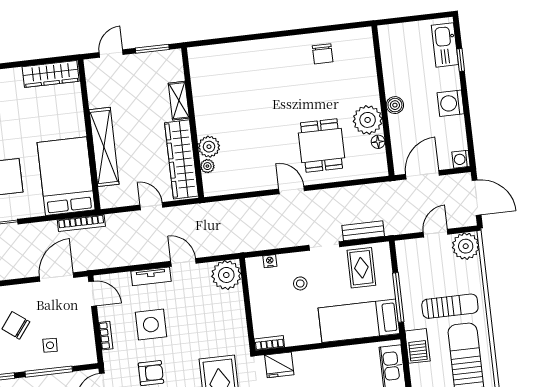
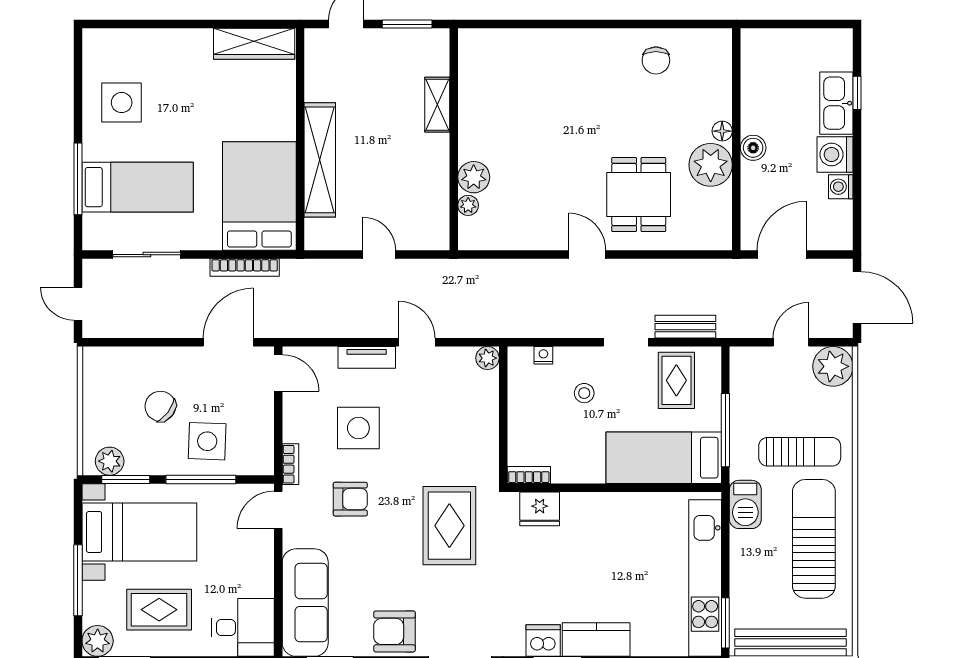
kitchen sink: (445, 45) -> (836, 103), moved
floor lamp: (378, 142) -> (722, 131), moved
wardrobe: (182, 159) -> (431, 191), removed
washing machine: (461, 159) -> (841, 187), moved
bookcase: (81, 223) -> (245, 267), moved
plant: (226, 275) -> (487, 358), width x0.53, depth x0.53
bookcase: (106, 336) -> (290, 464), moved
side table: (50, 345) -> (207, 441), width x1.87, depth x1.87

